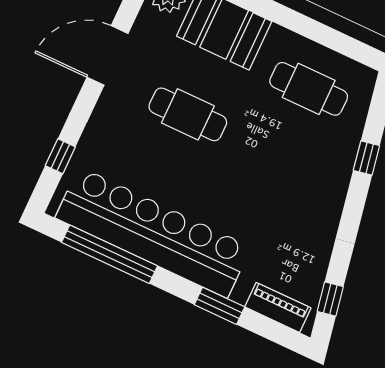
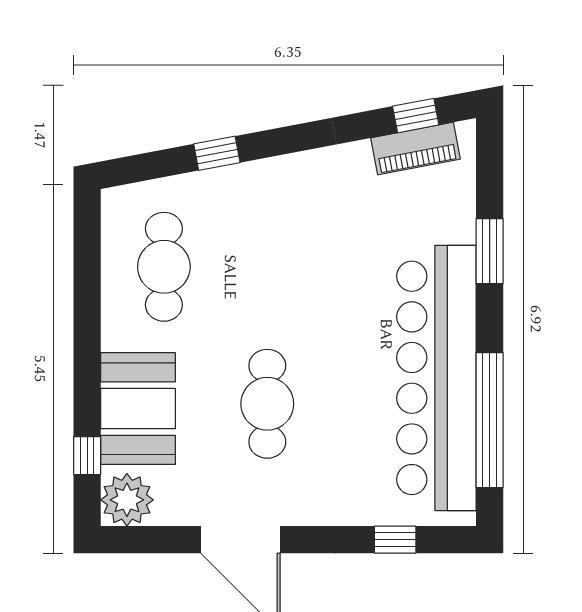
piano: (278, 307) -> (416, 149), moved, turned -101

